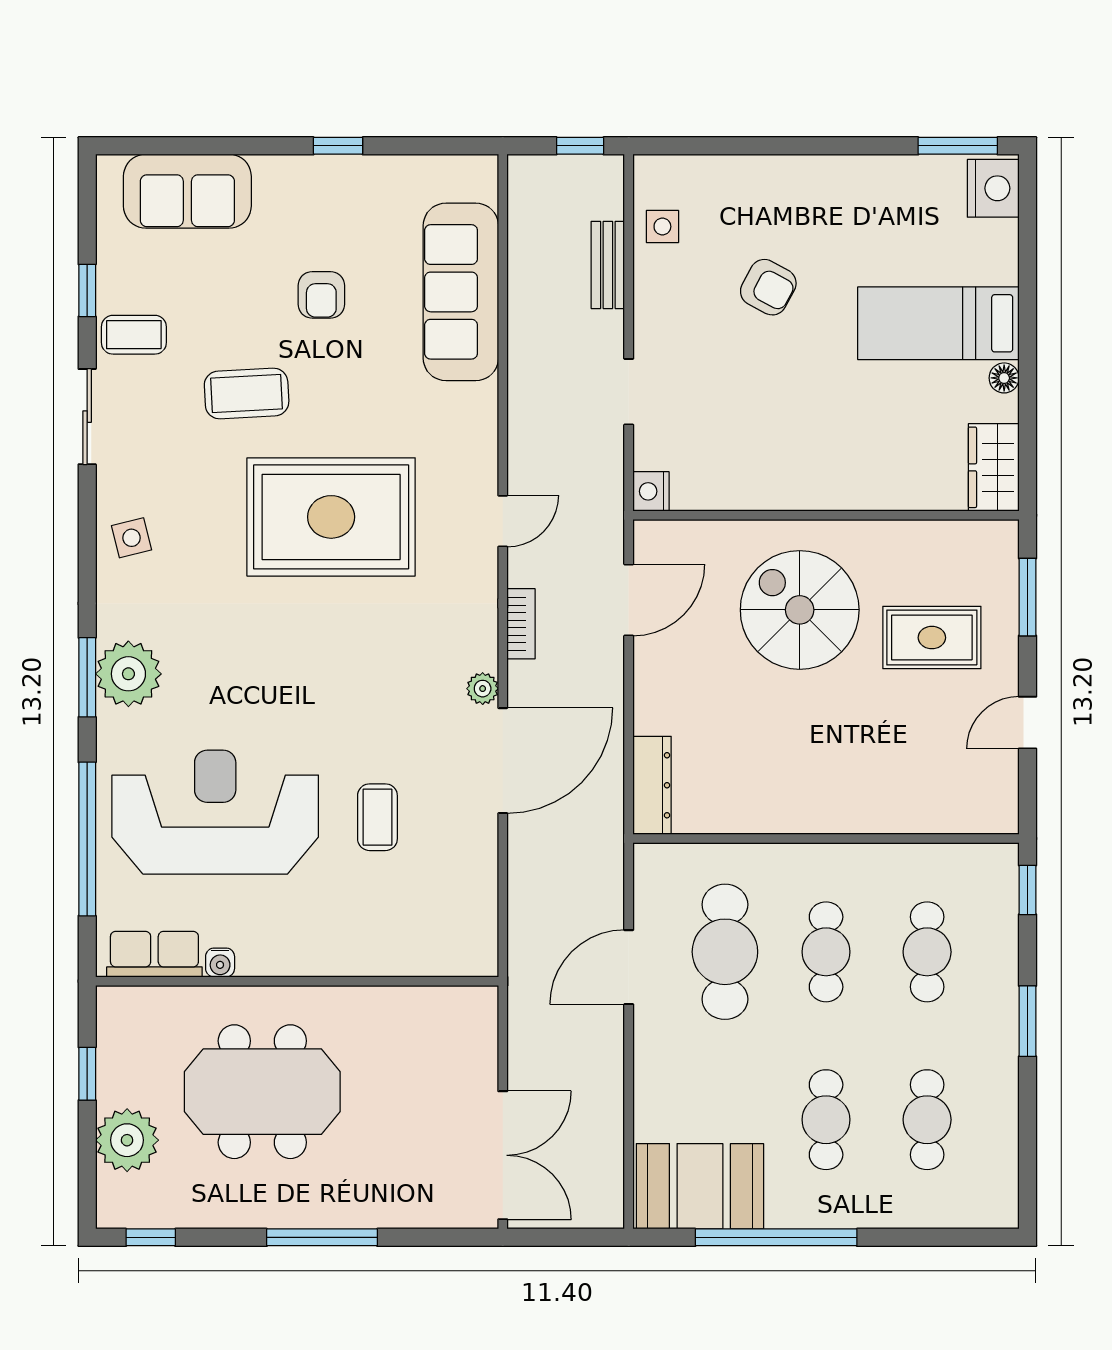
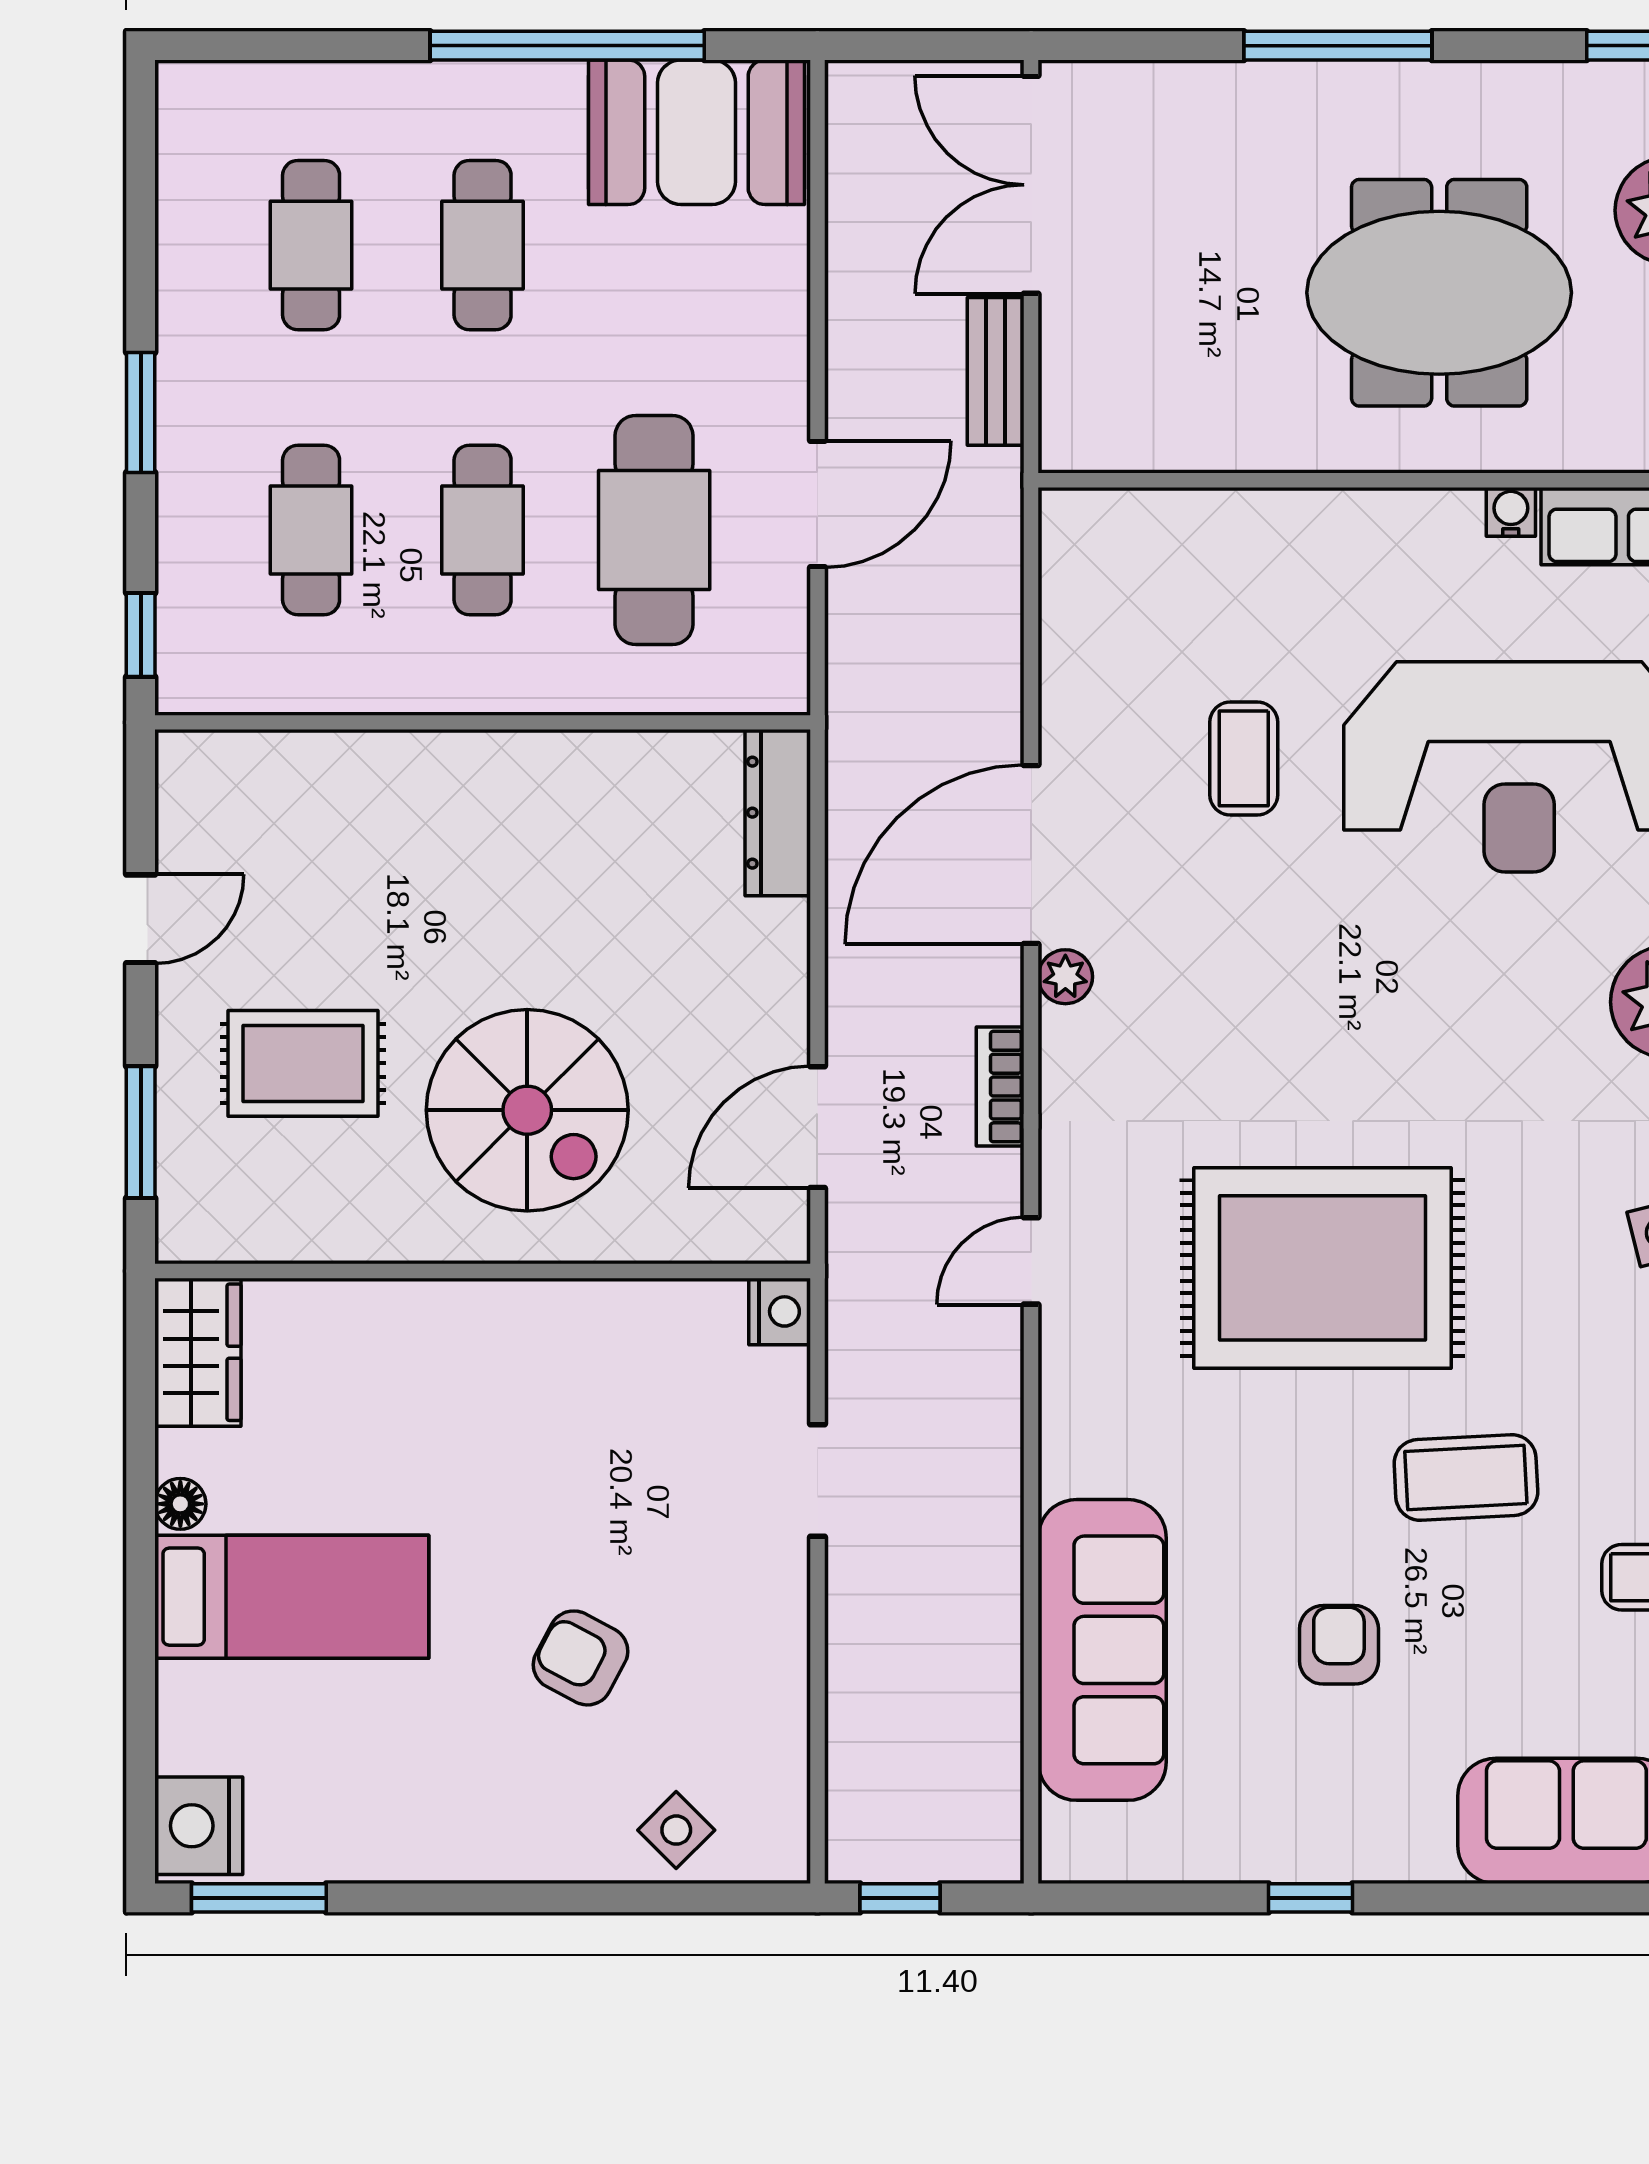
side table: (662, 227) -> (676, 1830), moved, turned 45
bench: (608, 265) -> (996, 371), moved

